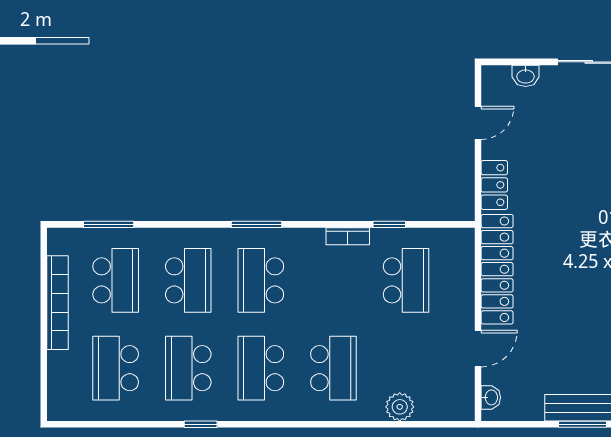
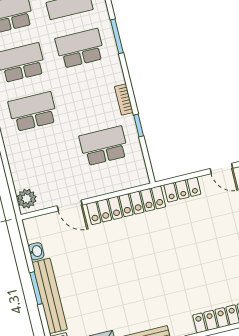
school desk: (406, 280) -> (104, 146), turned 180
school desk: (333, 368) -> (33, 111), turned 180
washbasin: (491, 397) -> (36, 251), moved, turned -90
plant: (400, 407) -> (27, 199), moved

